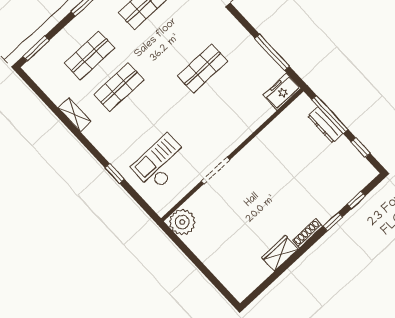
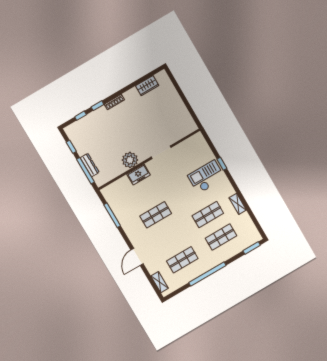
freezer: (282, 92) -> (139, 175), moved
checkout: (161, 163) -> (206, 177), moved, turned 180
plant: (182, 222) -> (130, 160), moved
wardrobe: (280, 253) -> (147, 86), moved

